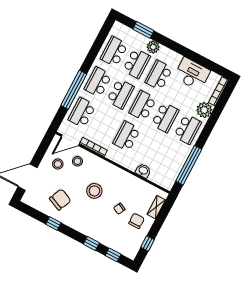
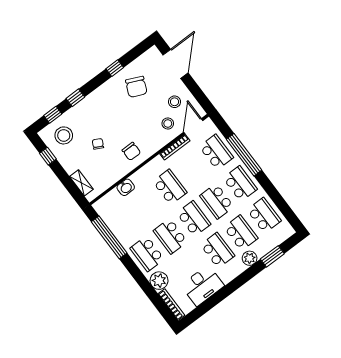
school desk: (136, 63) -> (241, 233), turned 180
stool: (94, 191) -> (64, 135), moved
chair: (137, 221) -> (131, 151), moved

